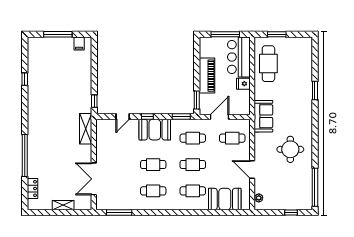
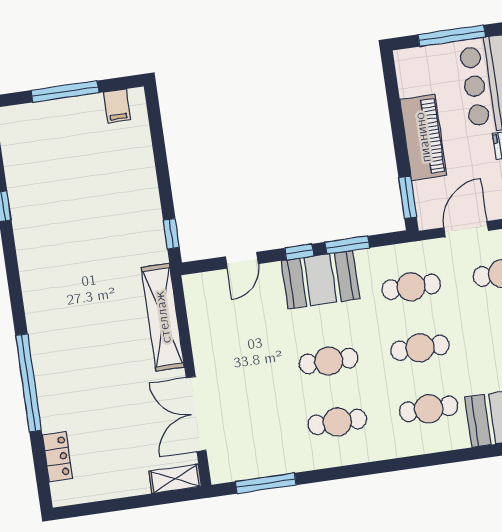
window: (181, 117) -> (347, 245), moved
shelving: (86, 129) -> (163, 317), width x1.47
shelving: (63, 205) -> (175, 479), moved

